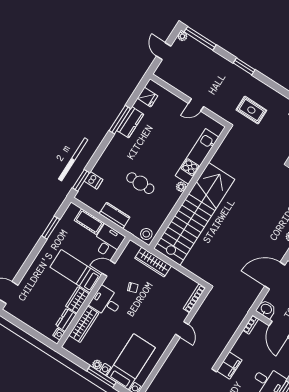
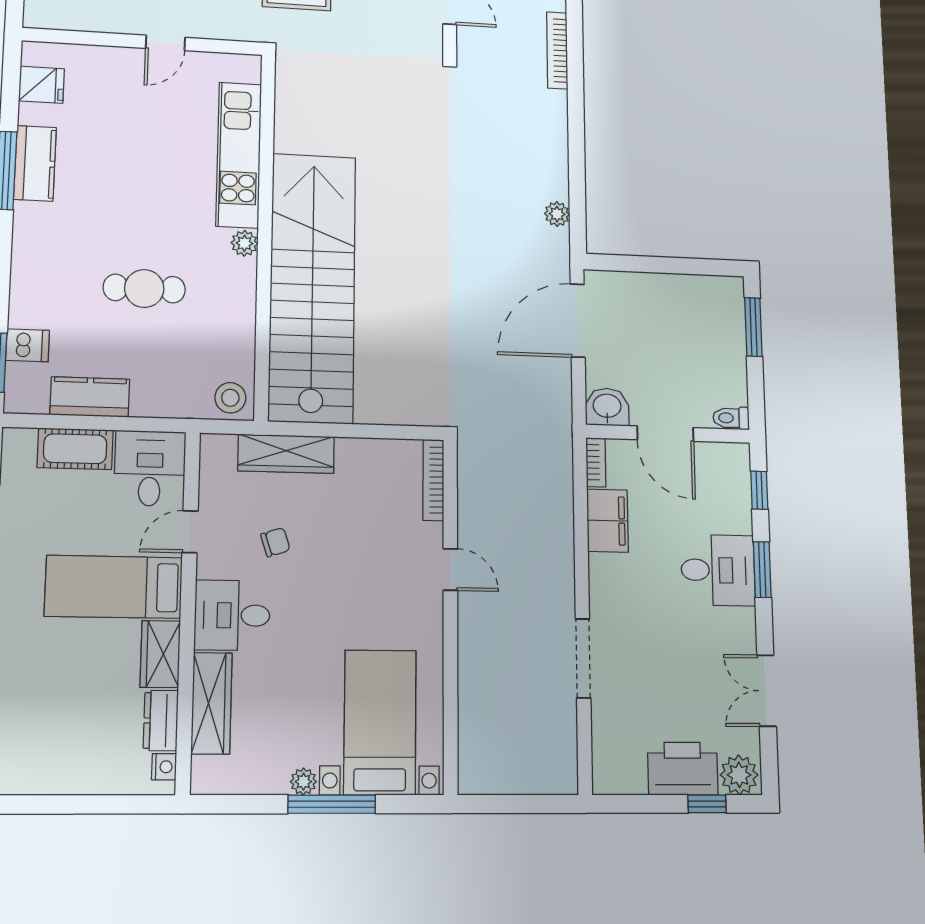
kitchen counter: (115, 215) -> (90, 397), moved
filing cabinet: (229, 366) -> (608, 521), moved

